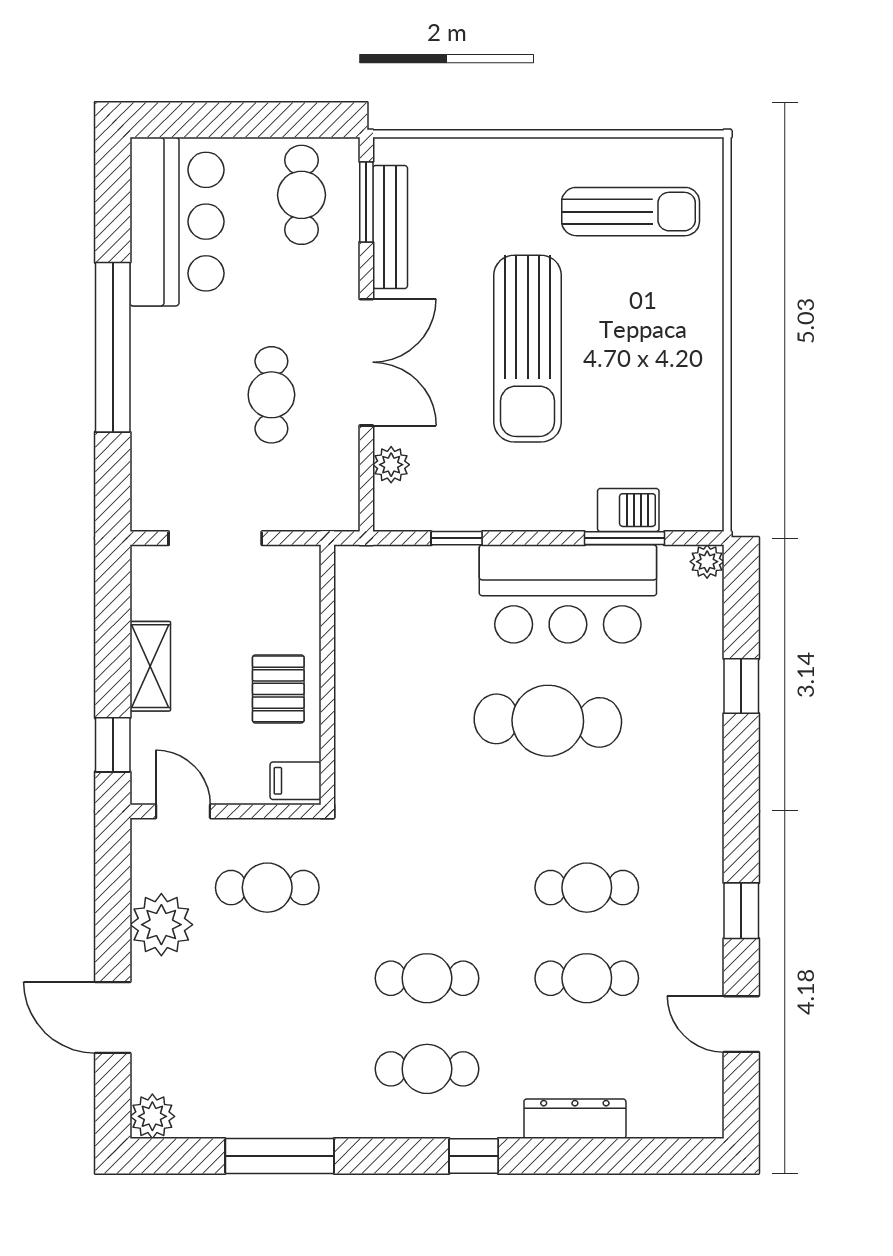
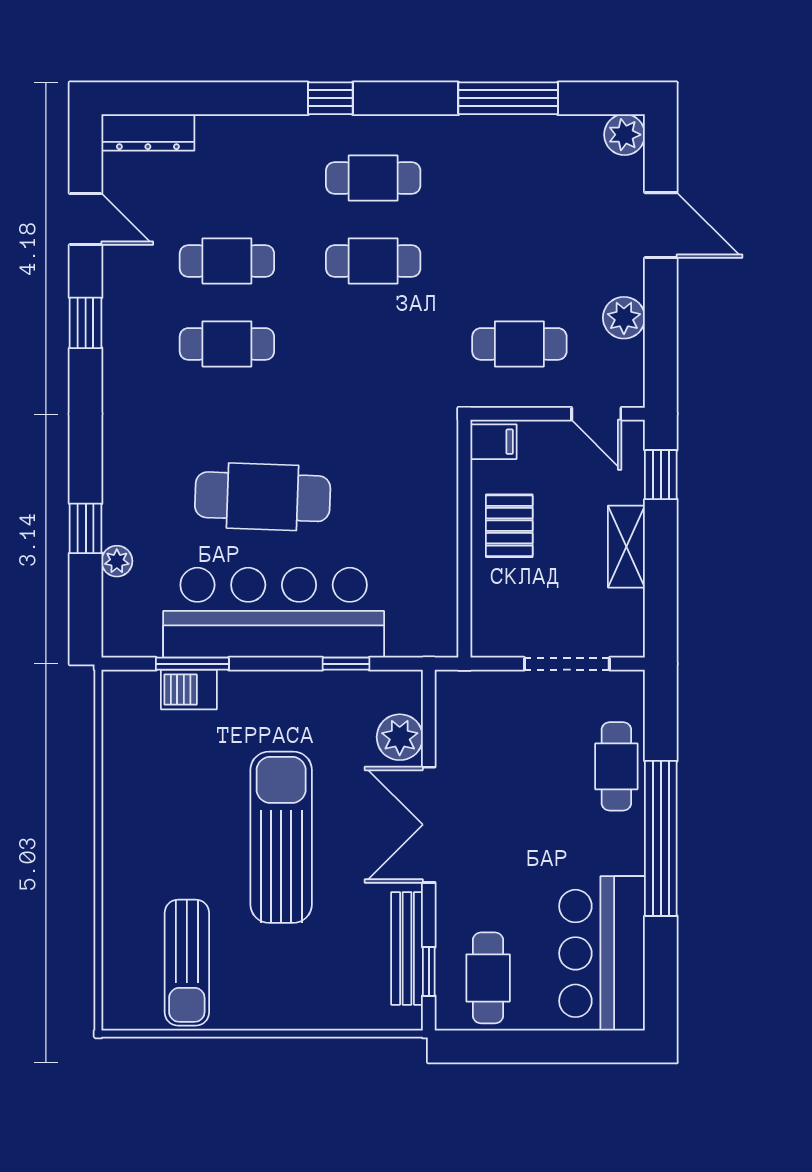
window: (366, 202) -> (429, 971), width x0.67
sun lounger: (631, 212) -> (187, 963), turned -90
cafe table: (271, 395) -> (616, 766), moved
plant: (391, 465) -> (400, 737), width x1.38, depth x1.38
plant: (707, 562) -> (117, 561), moved
bar counter: (568, 594) -> (274, 613), width x1.36
plant: (161, 925) -> (624, 318), width x0.73, depth x0.73
dresser: (575, 1119) -> (148, 132), moved

